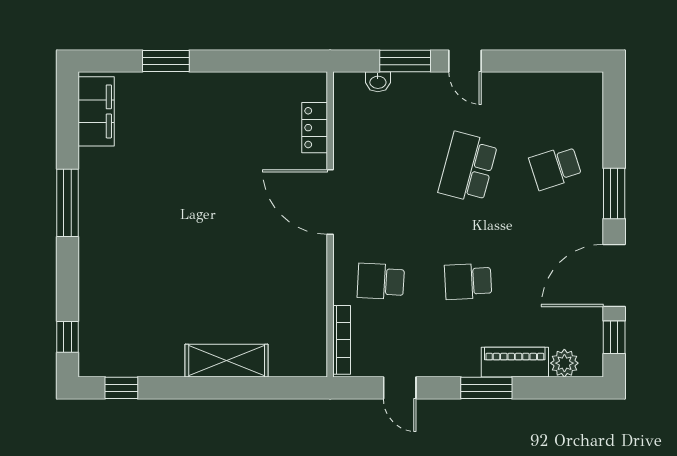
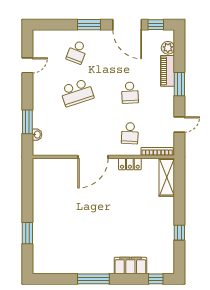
door: (465, 61) -> (27, 65), moved
filing cabinet: (96, 111) -> (130, 266), moved
locker: (315, 128) -> (130, 164), moved
school desk: (468, 167) -> (77, 93), turned -33
school desk: (555, 167) -> (77, 52), turned 39
shelving: (227, 361) -> (167, 177), moved
window: (121, 388) -> (179, 233), moved

